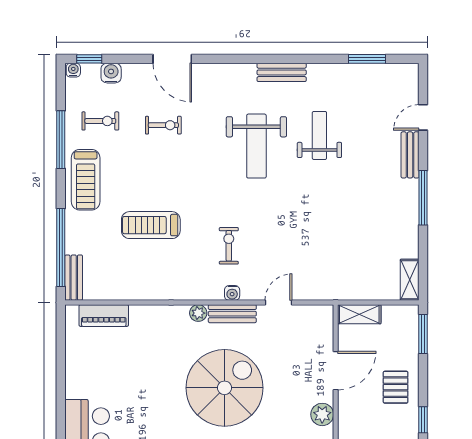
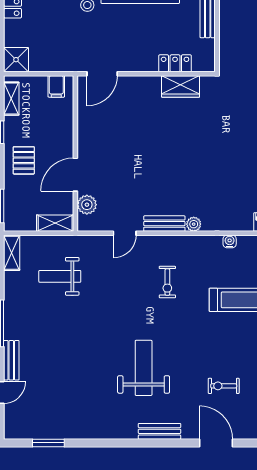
bench: (282, 72) -> (159, 431), moved
weight bench: (319, 135) -> (60, 276), moved, turned 90
water cooler: (232, 293) -> (230, 241), moved
spiral stairs: (225, 388) -> (171, 160), removed
plant: (322, 414) -> (87, 205), moved

